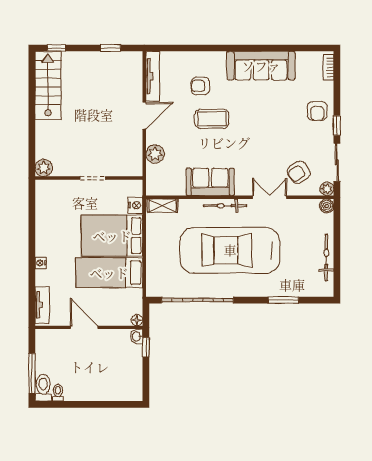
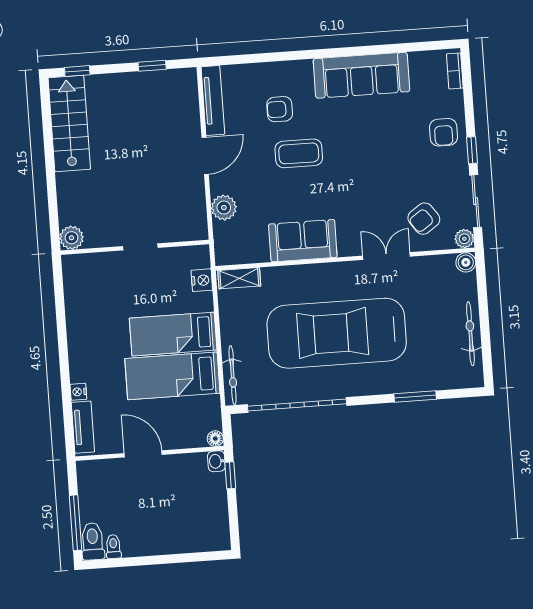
bicycle: (225, 206) -> (233, 375), moved, turned -90
bed: (112, 236) -> (173, 334), width x0.67
nightstand: (41, 263) -> (78, 392), moved

